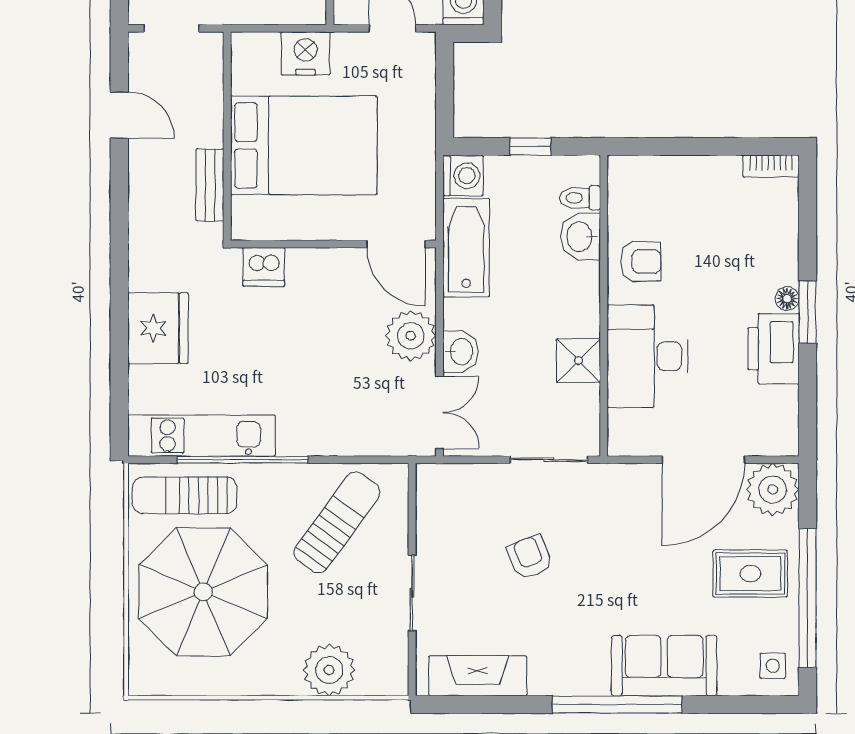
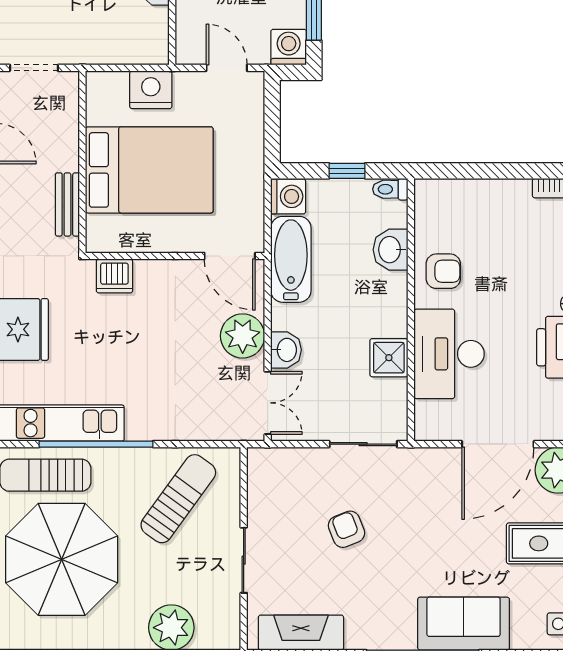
toilet: (580, 198) -> (390, 189), moved

